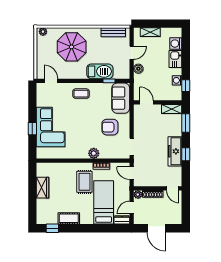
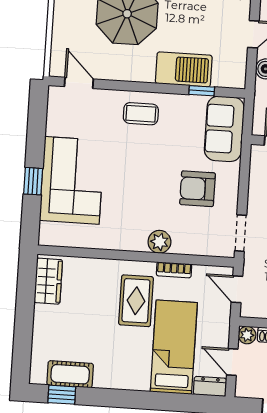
wardrobe: (43, 188) -> (48, 281), moved
door: (132, 208) -> (232, 362), hinge flipped
cot: (69, 218) -> (70, 374), moved

